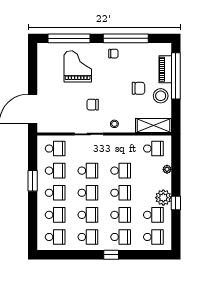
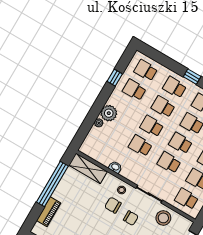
window: (176, 76) -> (52, 184), moved
chair: (138, 88) -> (113, 205), moved
stool: (161, 96) -> (163, 218), moved
washbasin: (131, 140) -> (115, 167), added
school desk: (153, 149) -> (100, 148), removed
plant: (163, 198) -> (109, 113), moved
window: (176, 203) -> (115, 78), moved

